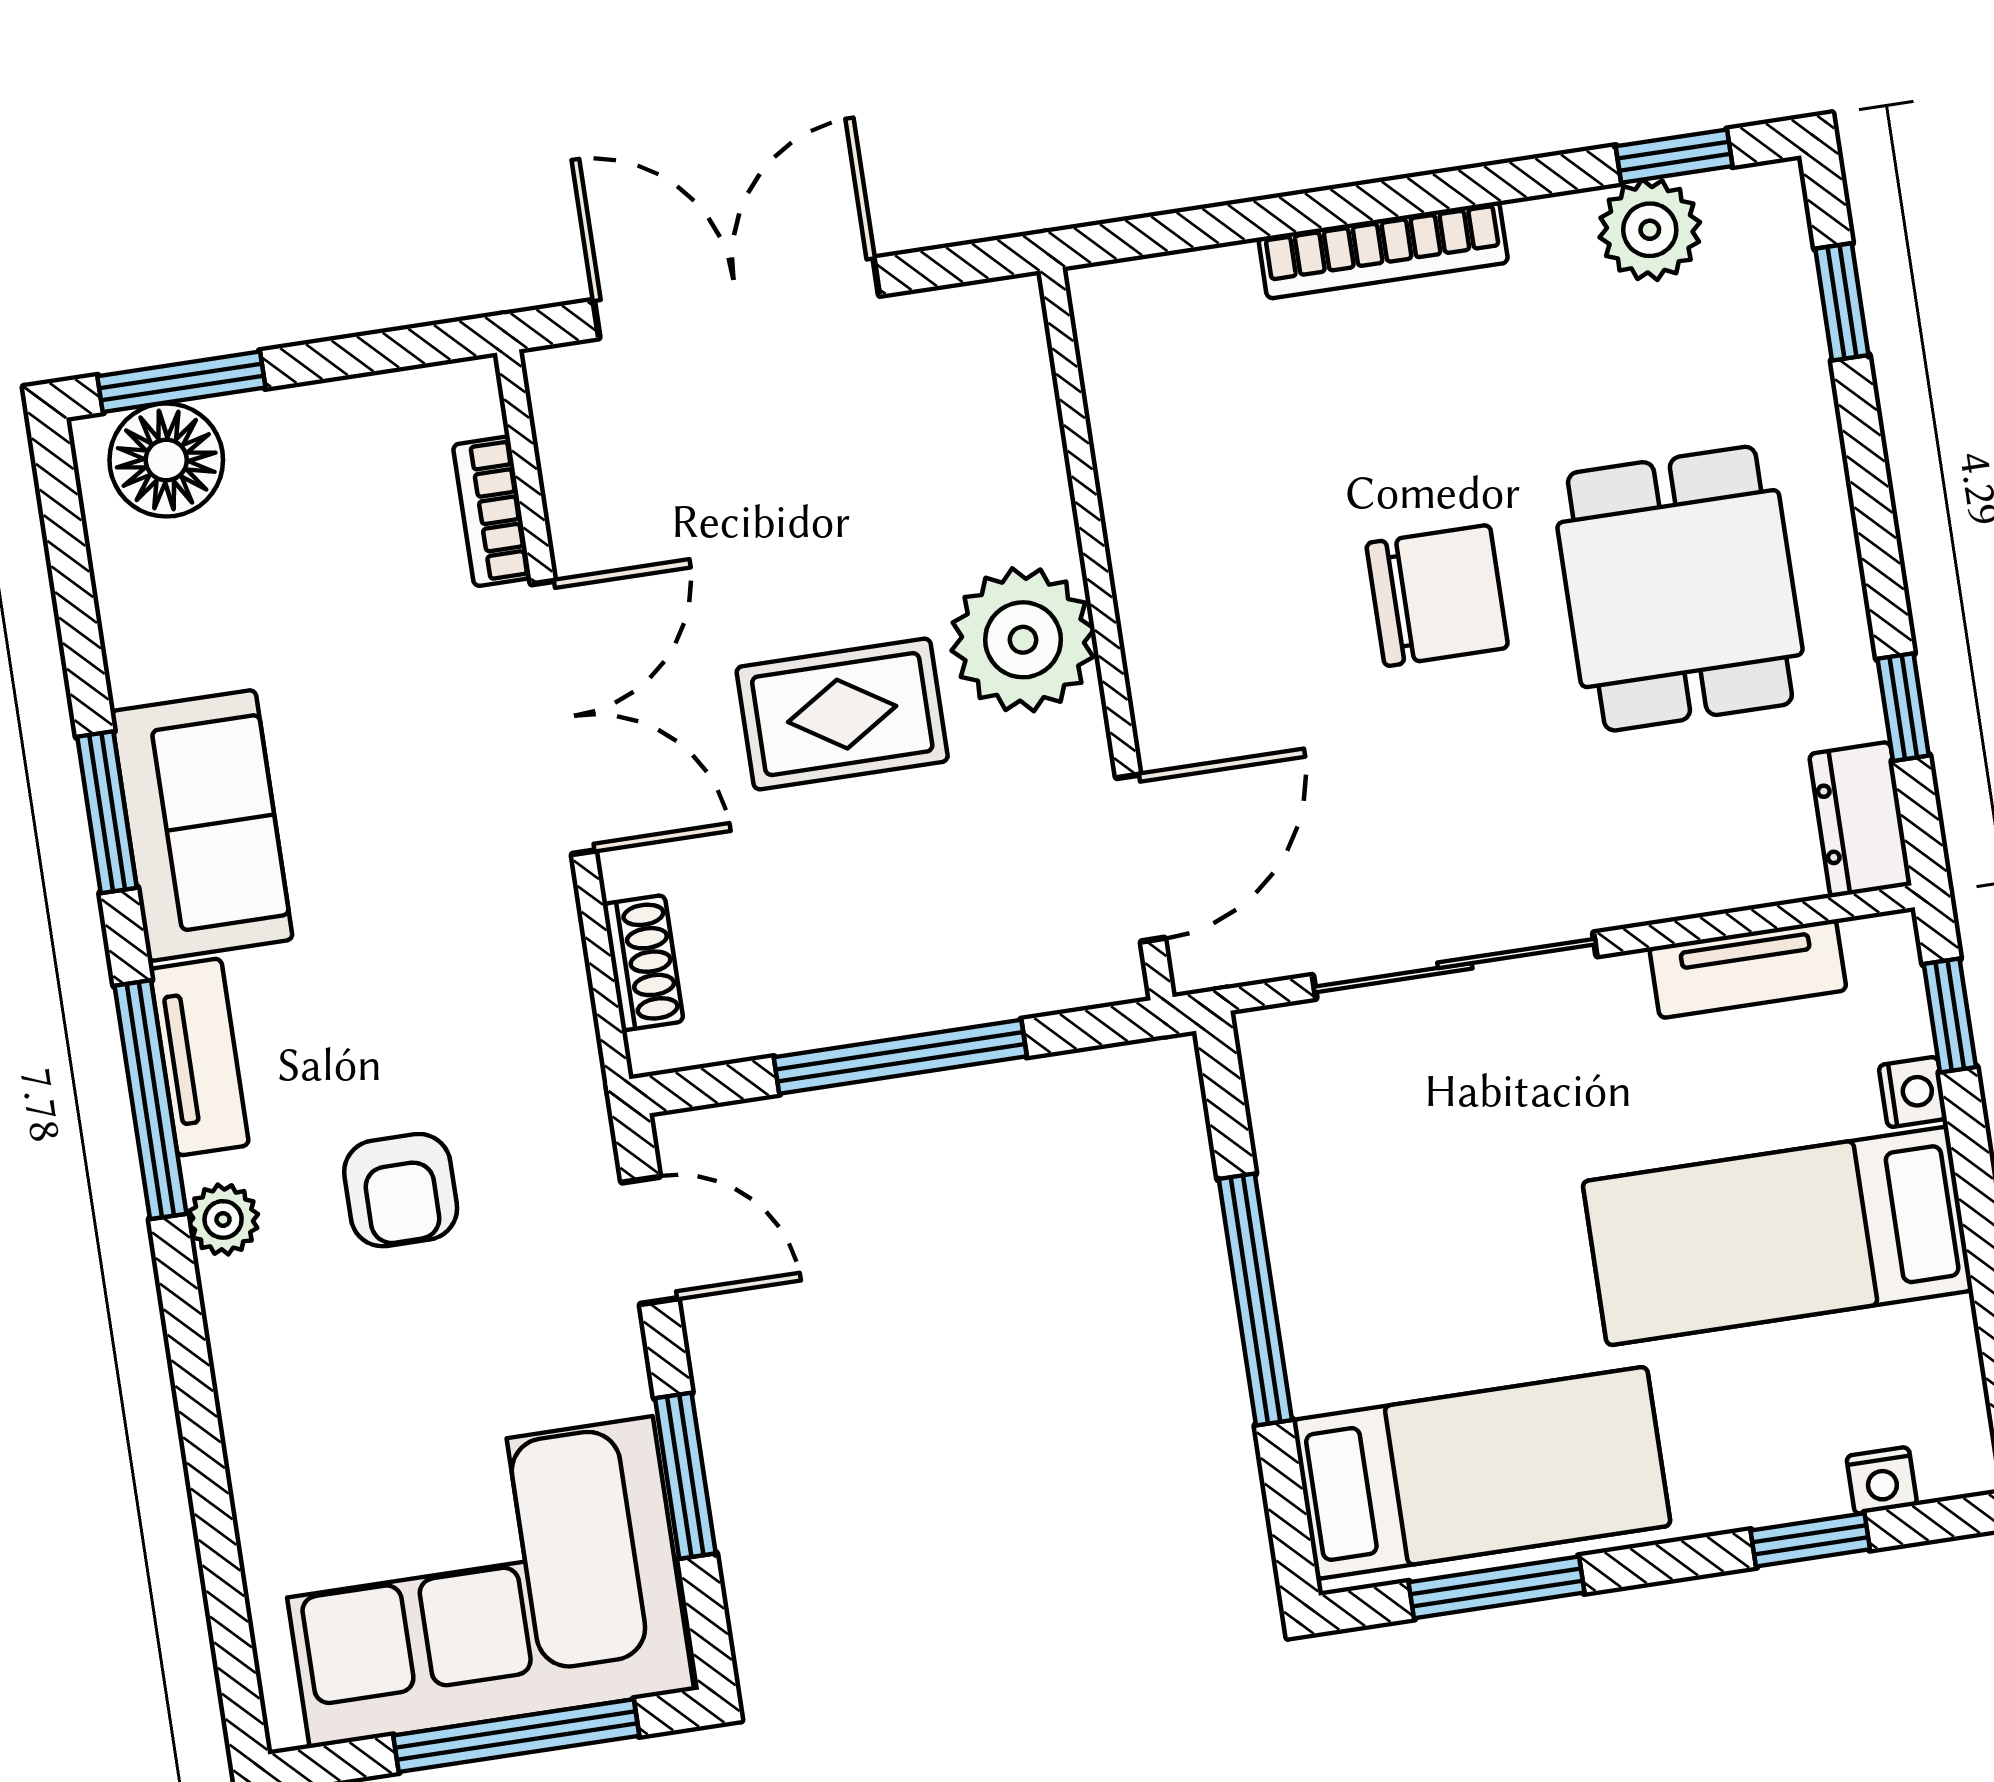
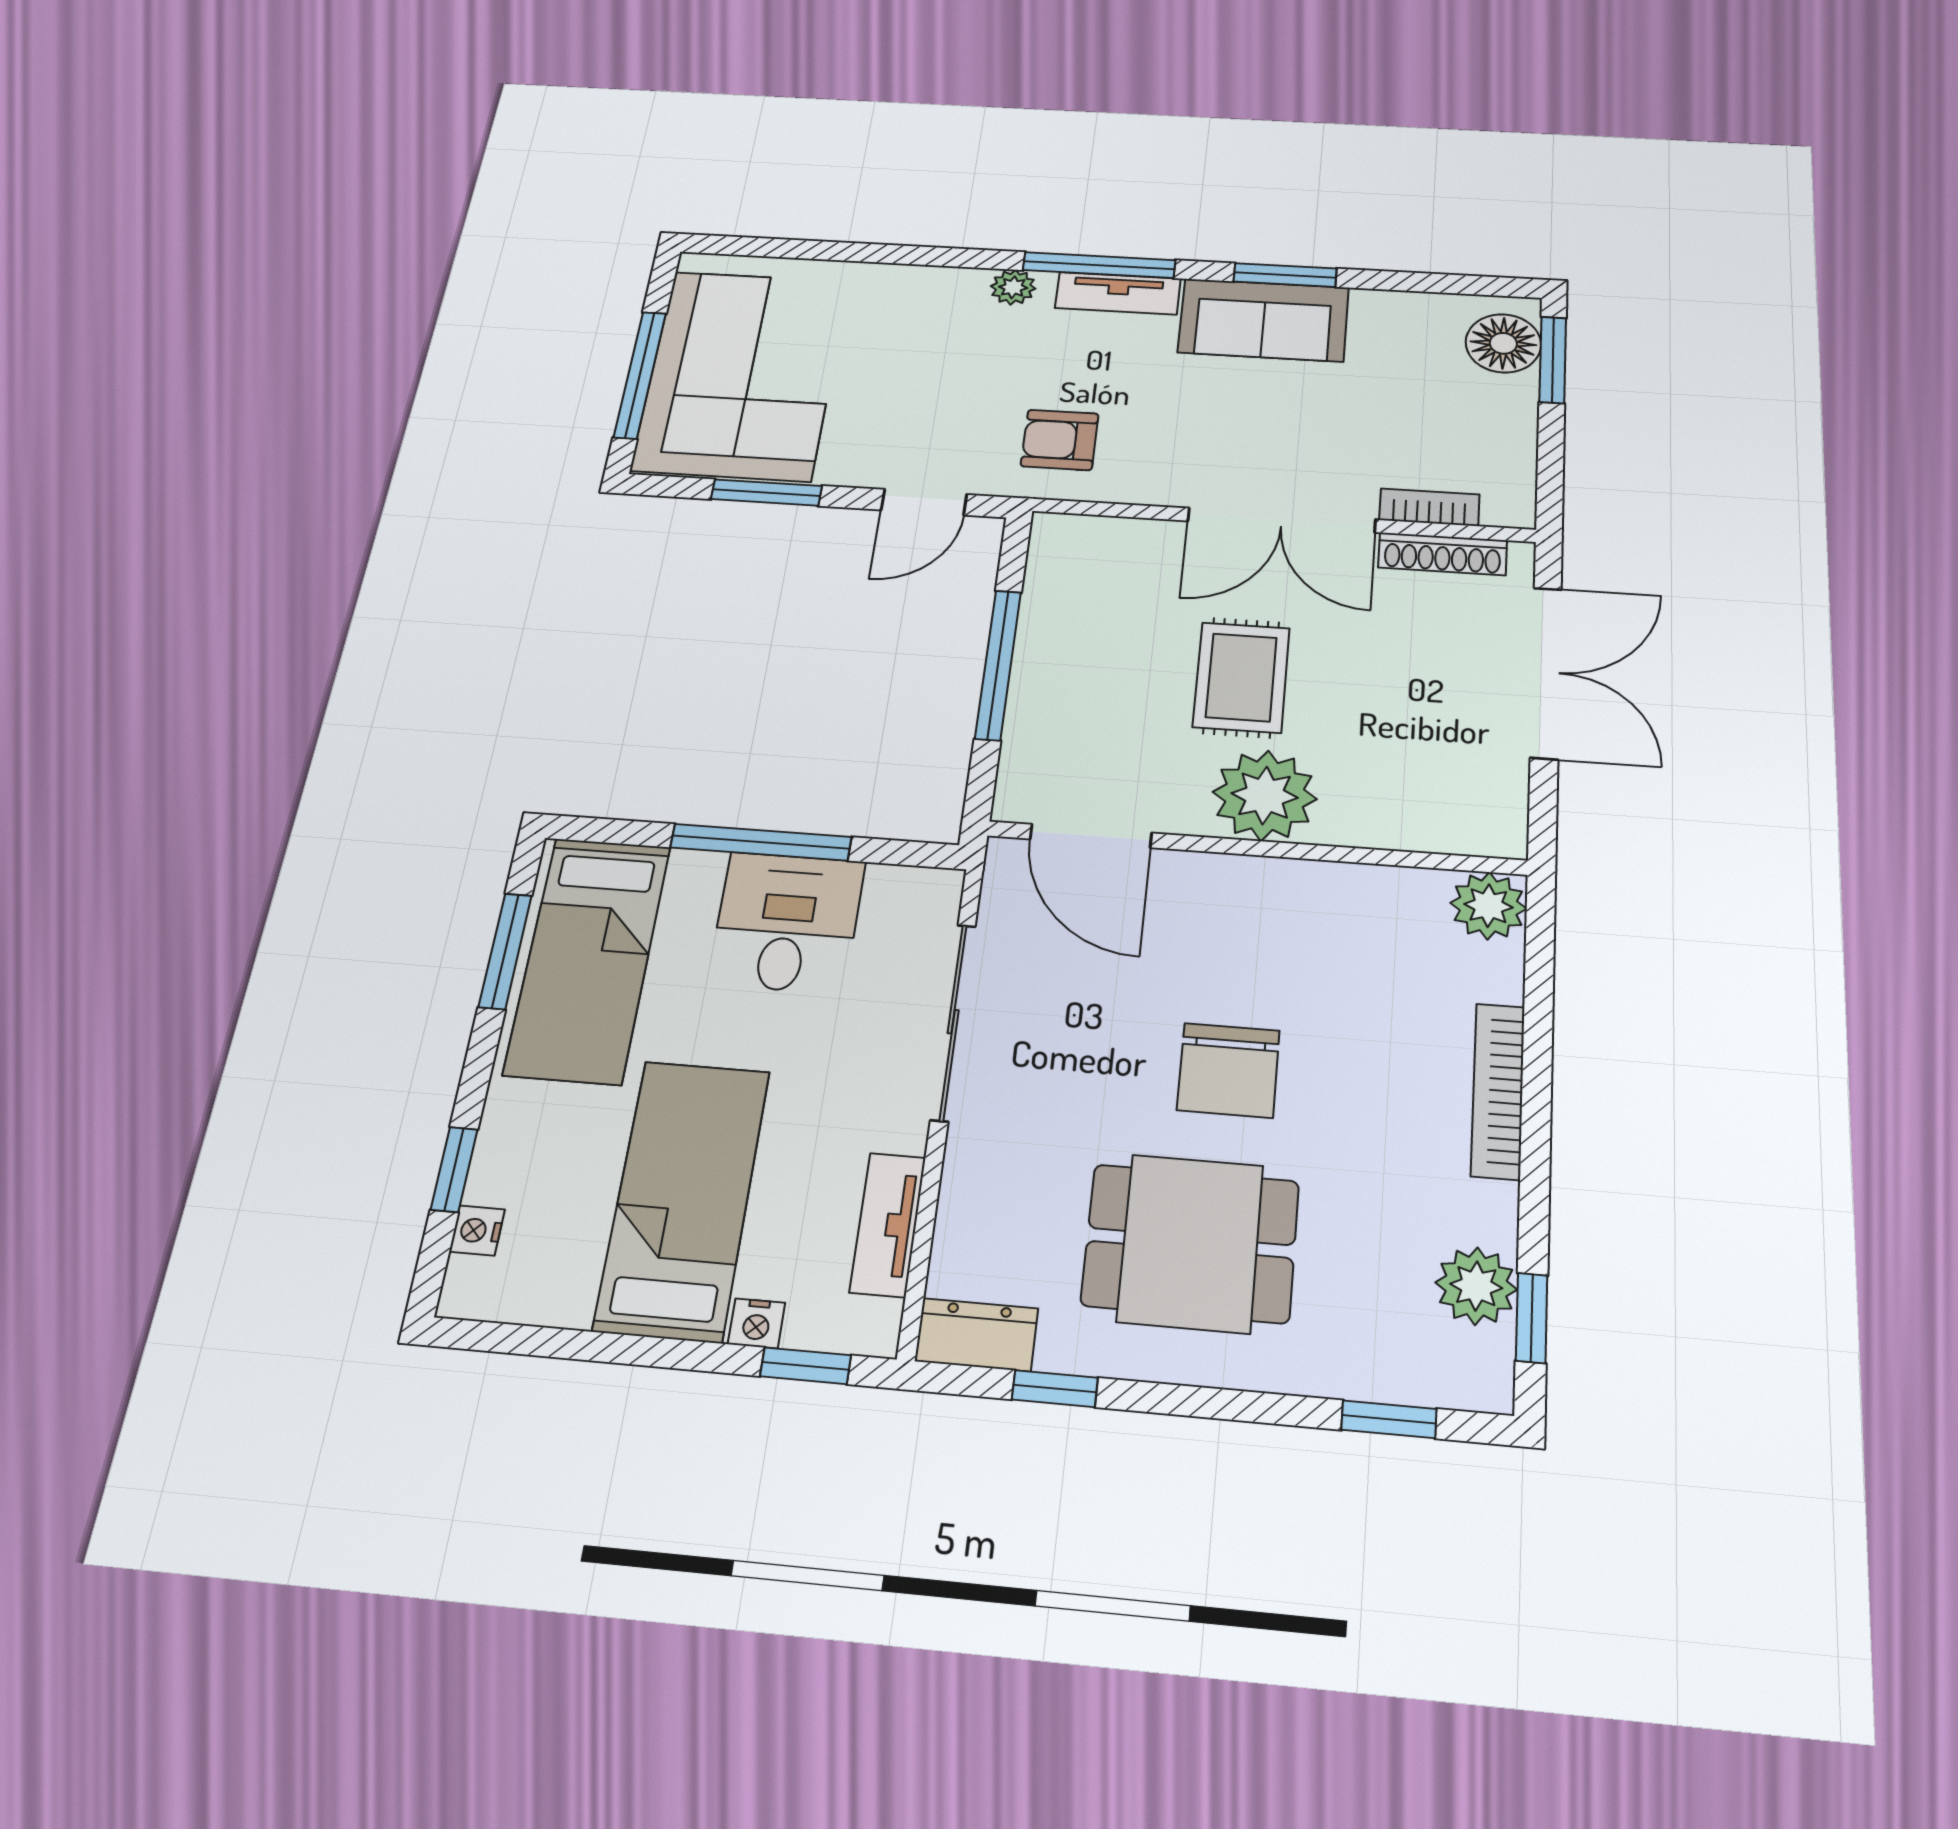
plant: (1121, 310) -> (1488, 906), added
shoe rack: (643, 963) -> (1443, 554), moved, width x1.43
armchair: (401, 1190) -> (1060, 440), moved
desk: (1365, 1227) -> (787, 922), added

